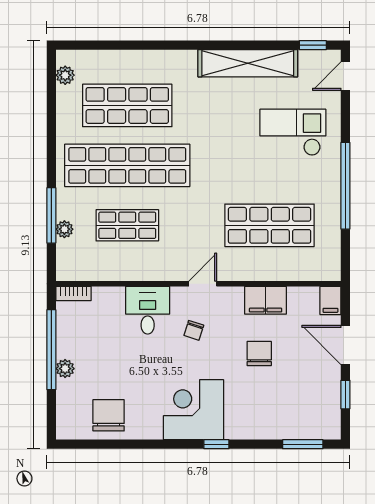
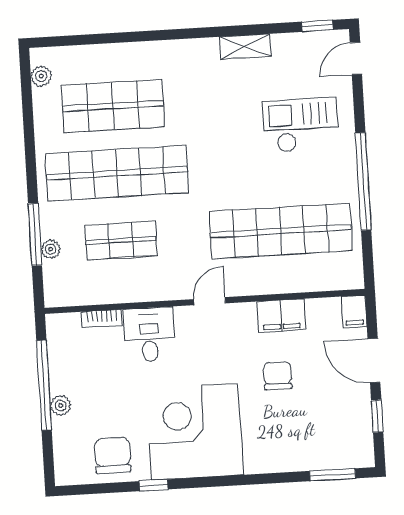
shelving: (248, 63) -> (245, 47), width x0.45, depth x0.75
shop shelf: (270, 225) -> (281, 231), width x1.40
bookcase: (74, 294) -> (102, 319), moved
chair: (194, 330) -> (203, 354), removed
corner desk: (193, 410) -> (195, 432), width x1.36, depth x1.36
window: (216, 444) -> (154, 485), moved

